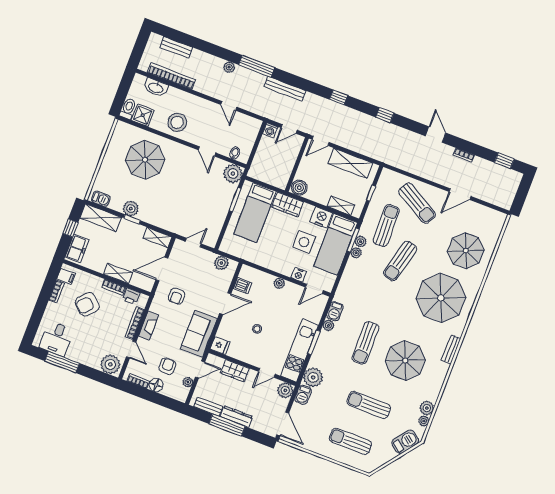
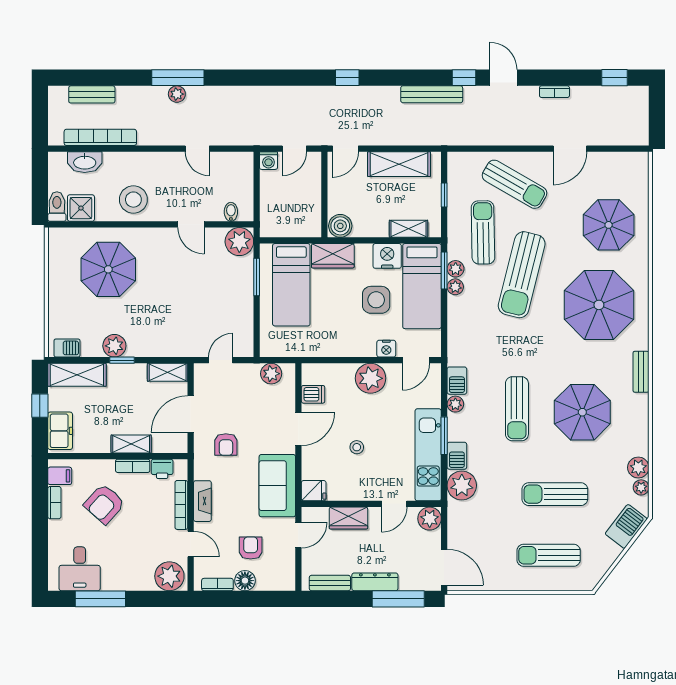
window: (257, 66) -> (178, 78), moved
bench: (285, 89) -> (432, 94), moved
window: (385, 115) -> (464, 78), moved
sun lounger: (400, 261) -> (522, 275), width x1.36, depth x1.34
plant: (279, 283) -> (371, 378), width x1.88, depth x1.88
plant: (188, 382) -> (288, 559), removed
barbecue: (303, 395) -> (457, 456), moved
window: (227, 425) -> (398, 599), moved

